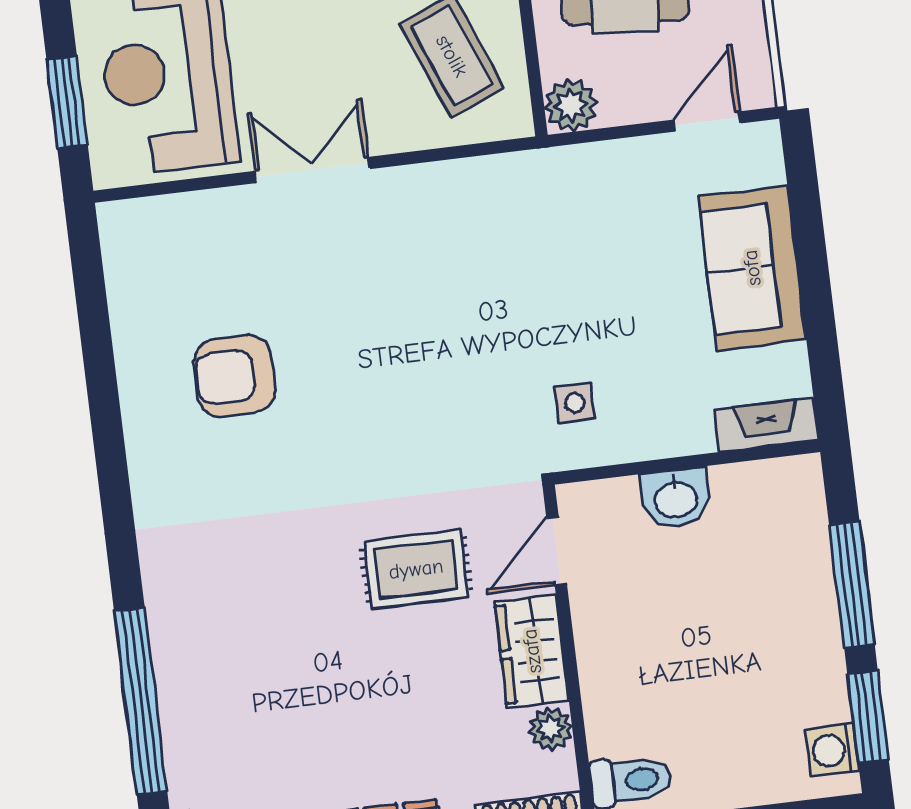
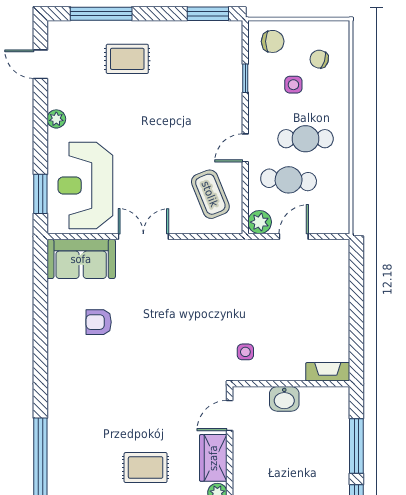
door: (707, 121) -> (294, 236), moved
sofa: (752, 268) -> (81, 259), moved, turned -90
armchair: (235, 376) -> (99, 322), width x0.72, depth x0.72
rug: (416, 569) -> (146, 468), moved

